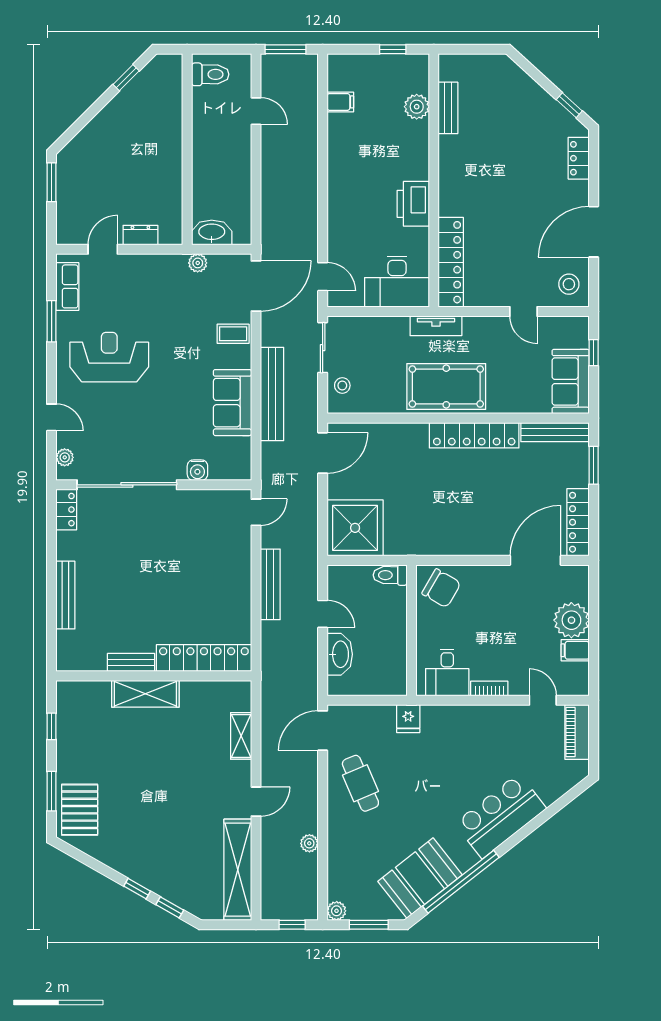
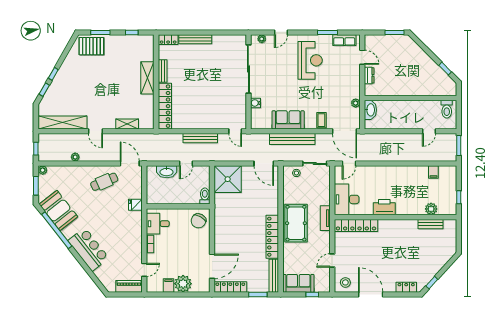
locker: (66, 510) -> (168, 40), moved
door: (535, 560) -> (212, 266), hinge flipped

